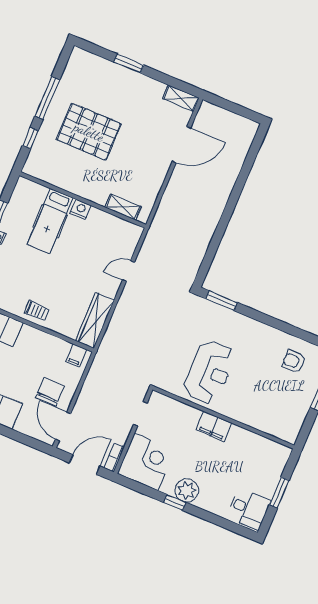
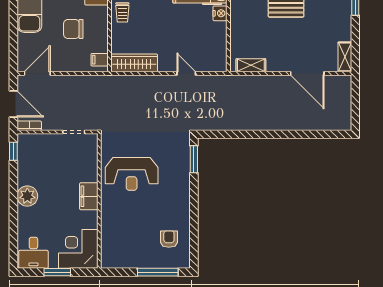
shelving: (123, 207) -> (251, 65), moved, turned 90
chair: (50, 392) -> (73, 29), moved, turned 180
corner desk: (146, 462) -> (78, 249), moved, turned 180
window: (175, 502) -> (13, 151), moved

